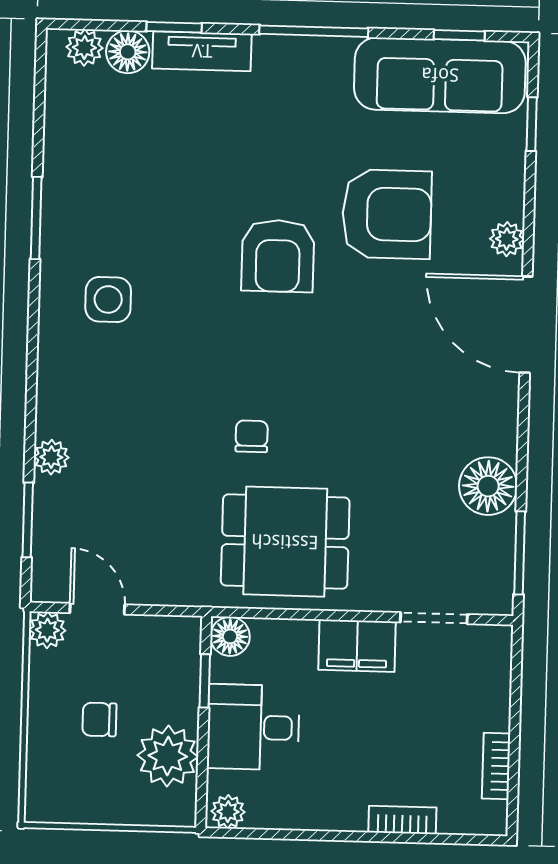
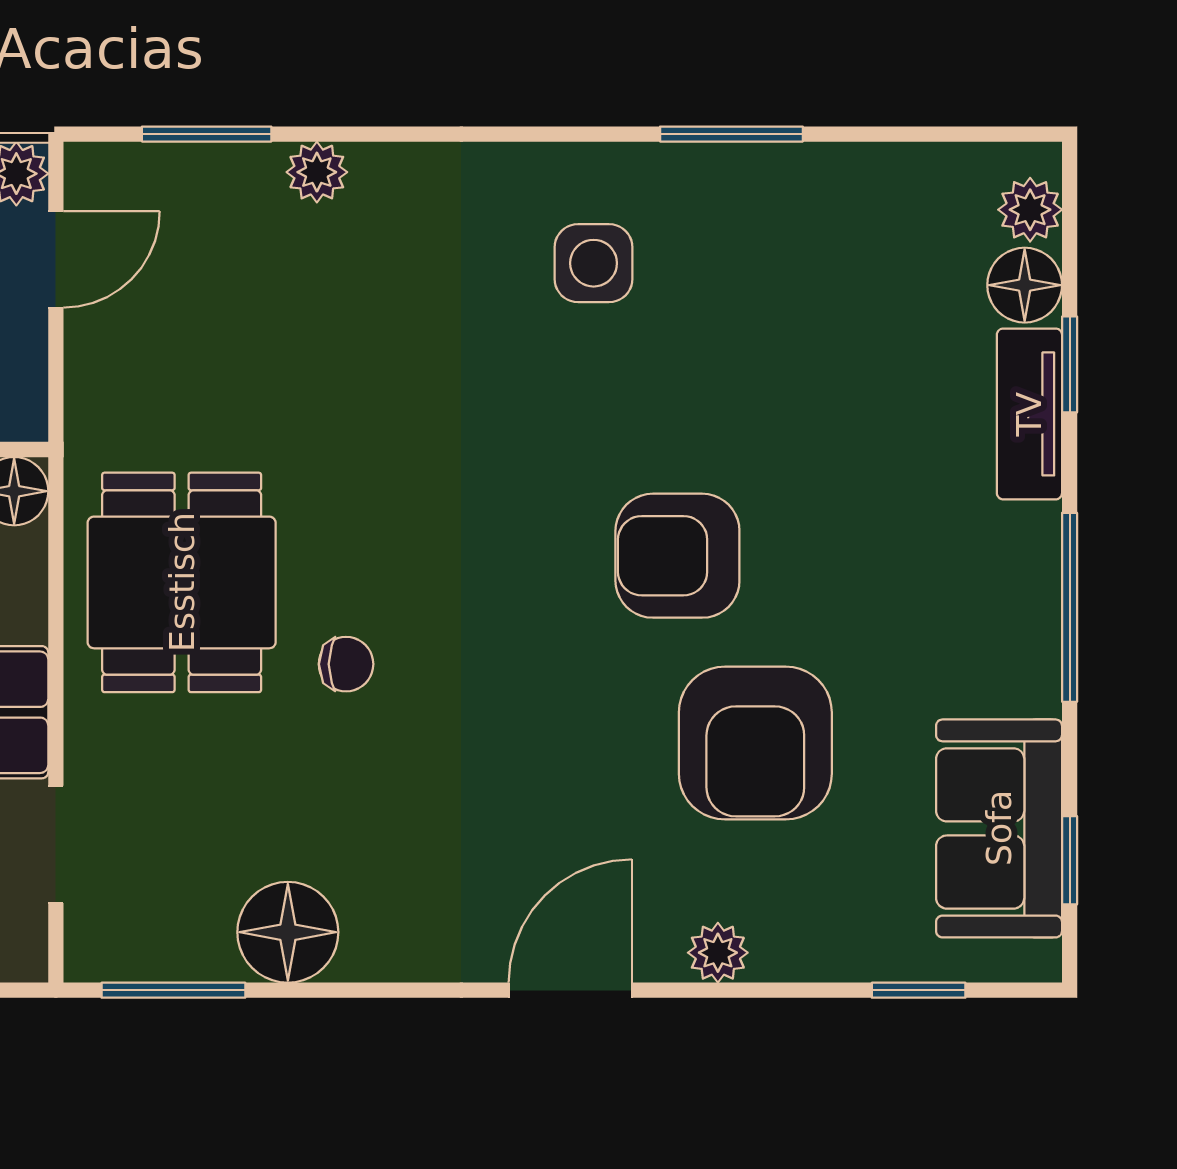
sofa: (440, 75) -> (999, 828), width x0.73
door: (526, 325) -> (570, 990), width x0.73
chair: (252, 436) -> (346, 664), moved

